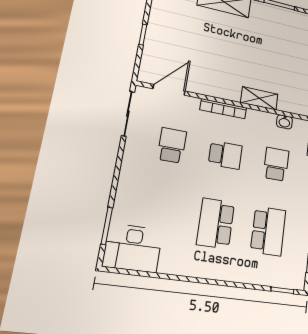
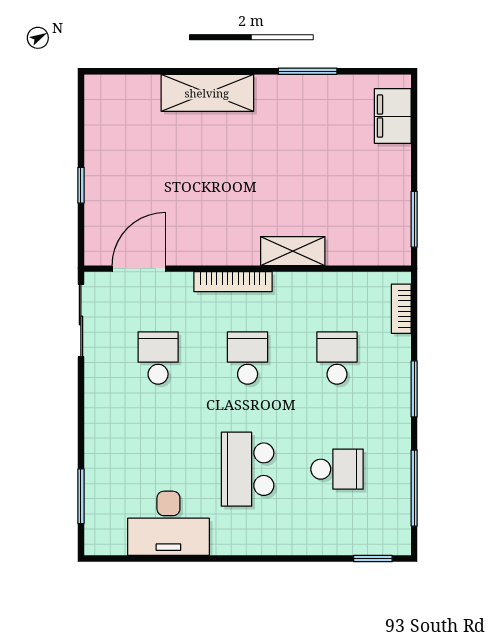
washbasin: (284, 122) -> (343, 283), removed
school desk: (225, 155) -> (248, 358), turned -90
school desk: (268, 231) -> (337, 469), width x0.54
desk: (133, 248) -> (168, 523), moved

